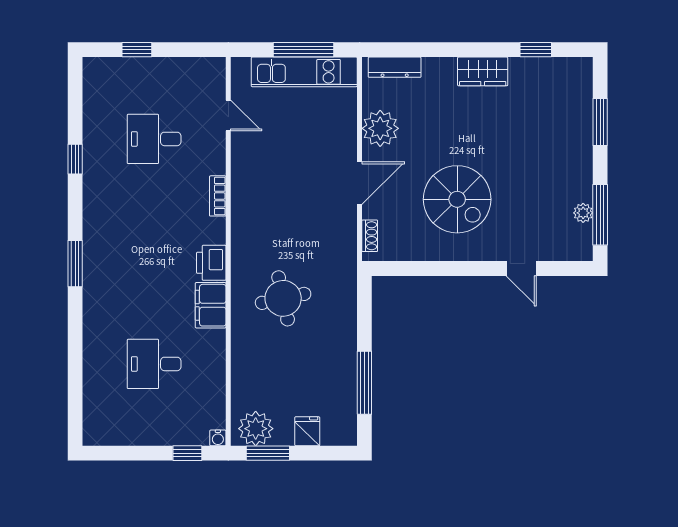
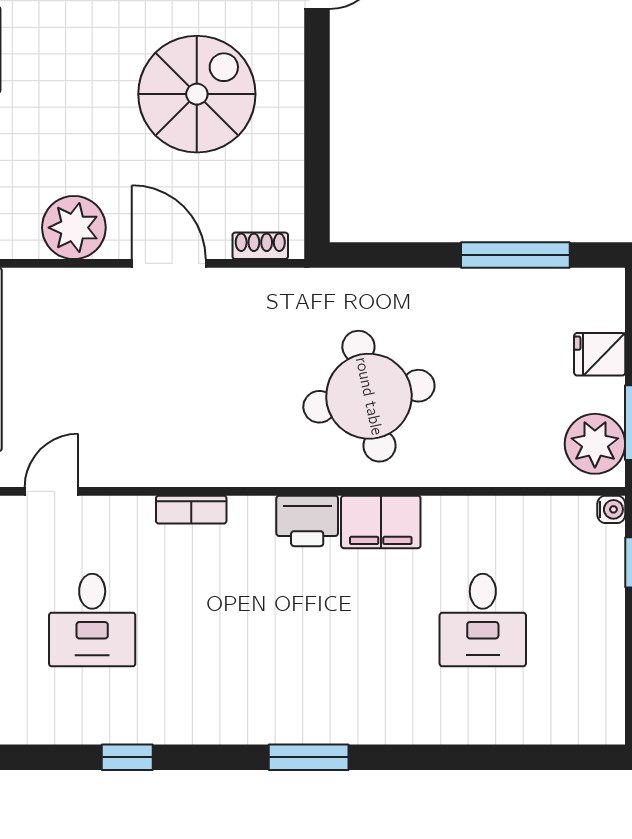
round table: (283, 298) -> (369, 396), width x1.36, depth x1.36

